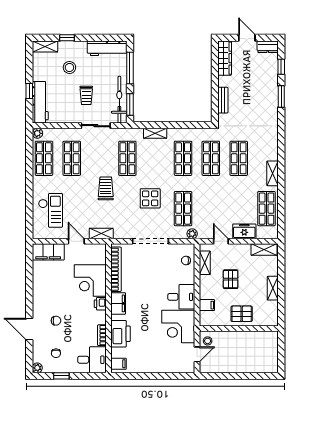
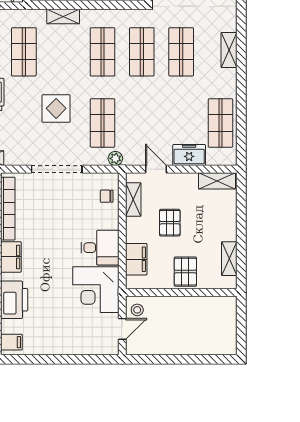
shelving: (273, 173) -> (229, 50), moved
shelving: (273, 288) -> (229, 259), moved
filing cabinet: (207, 305) -> (136, 259), width x2.00
pallet: (242, 314) -> (185, 272), turned 90

